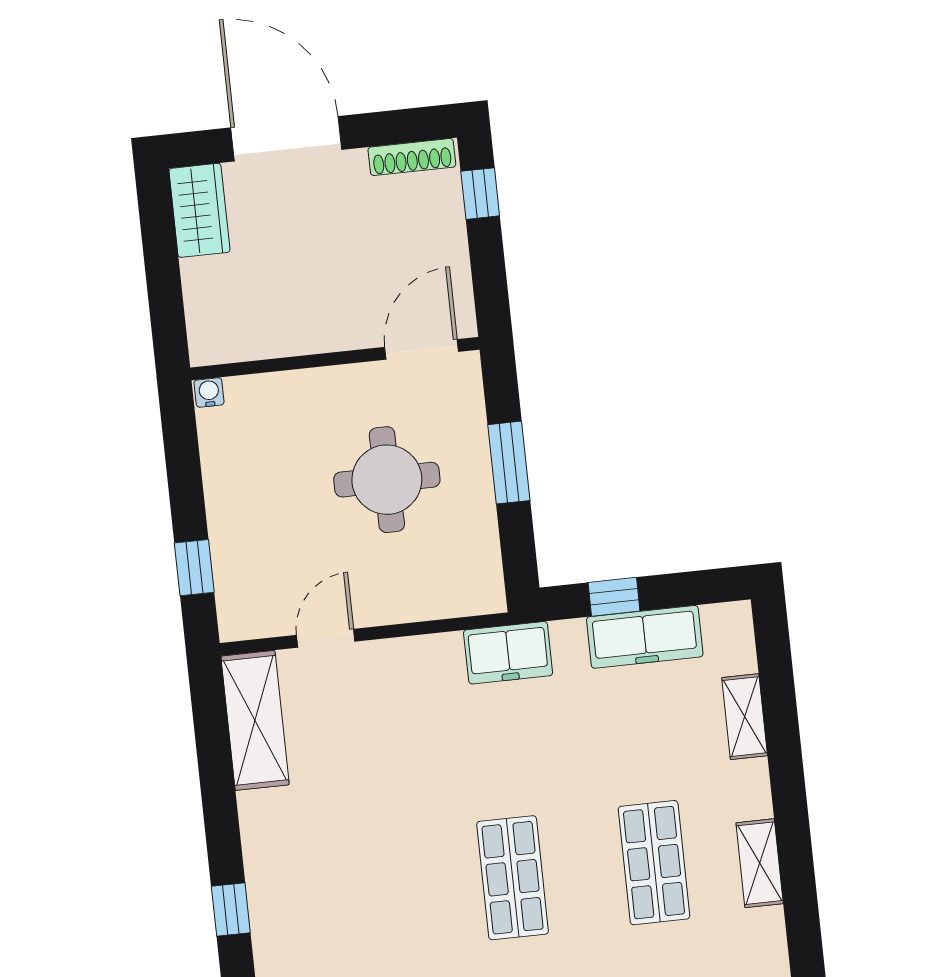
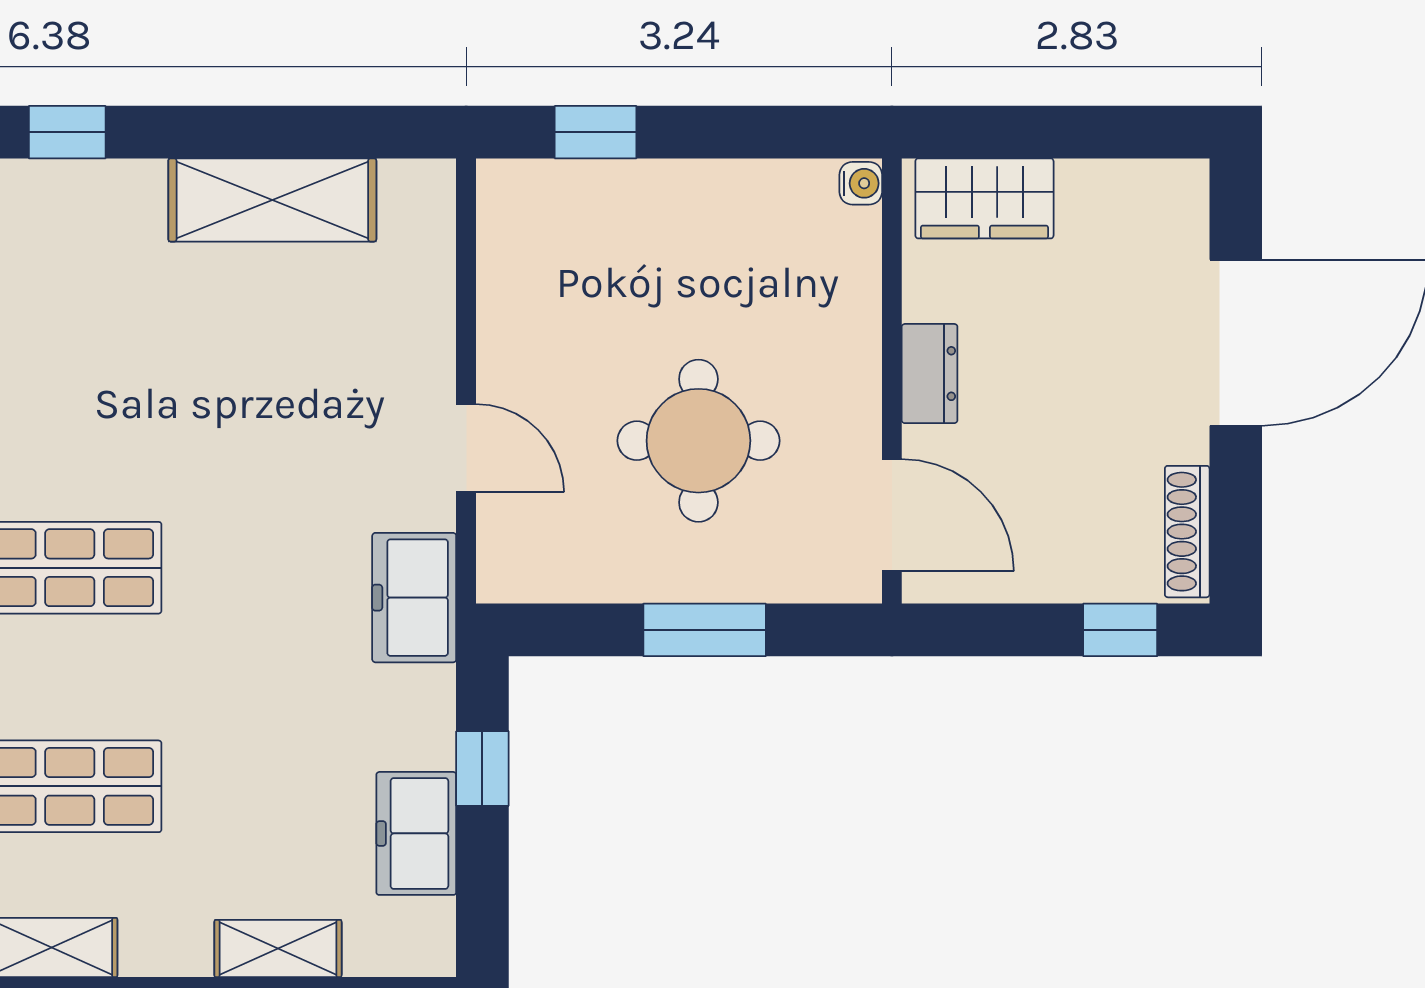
wardrobe: (199, 210) -> (984, 198), moved
dresser: (327, 335) -> (930, 374), added
freezer: (645, 637) -> (416, 833), width x0.71
door: (326, 638) -> (466, 448), moved
shelving: (255, 720) -> (272, 200), moved

